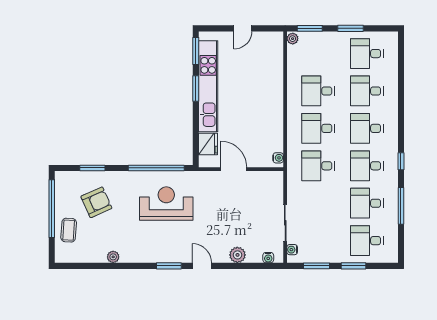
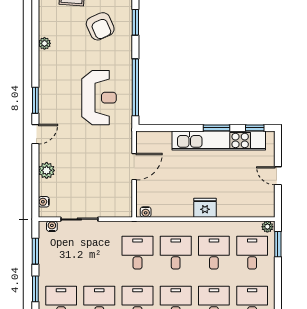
window: (351, 28) -> (278, 286), removed
window: (196, 51) -> (255, 128), width x0.67
desk: (318, 54) -> (252, 253), added
fridge: (208, 144) -> (205, 208), moved, turned 180

